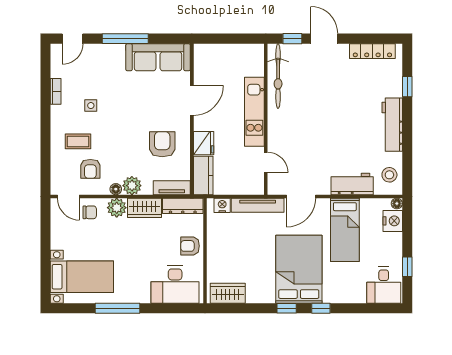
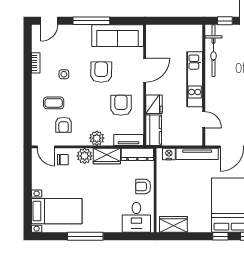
armchair: (137, 103) -> (101, 72), added
floor lamp: (116, 189) -> (84, 141), removed
desk: (175, 285) -> (136, 217), width x0.73

